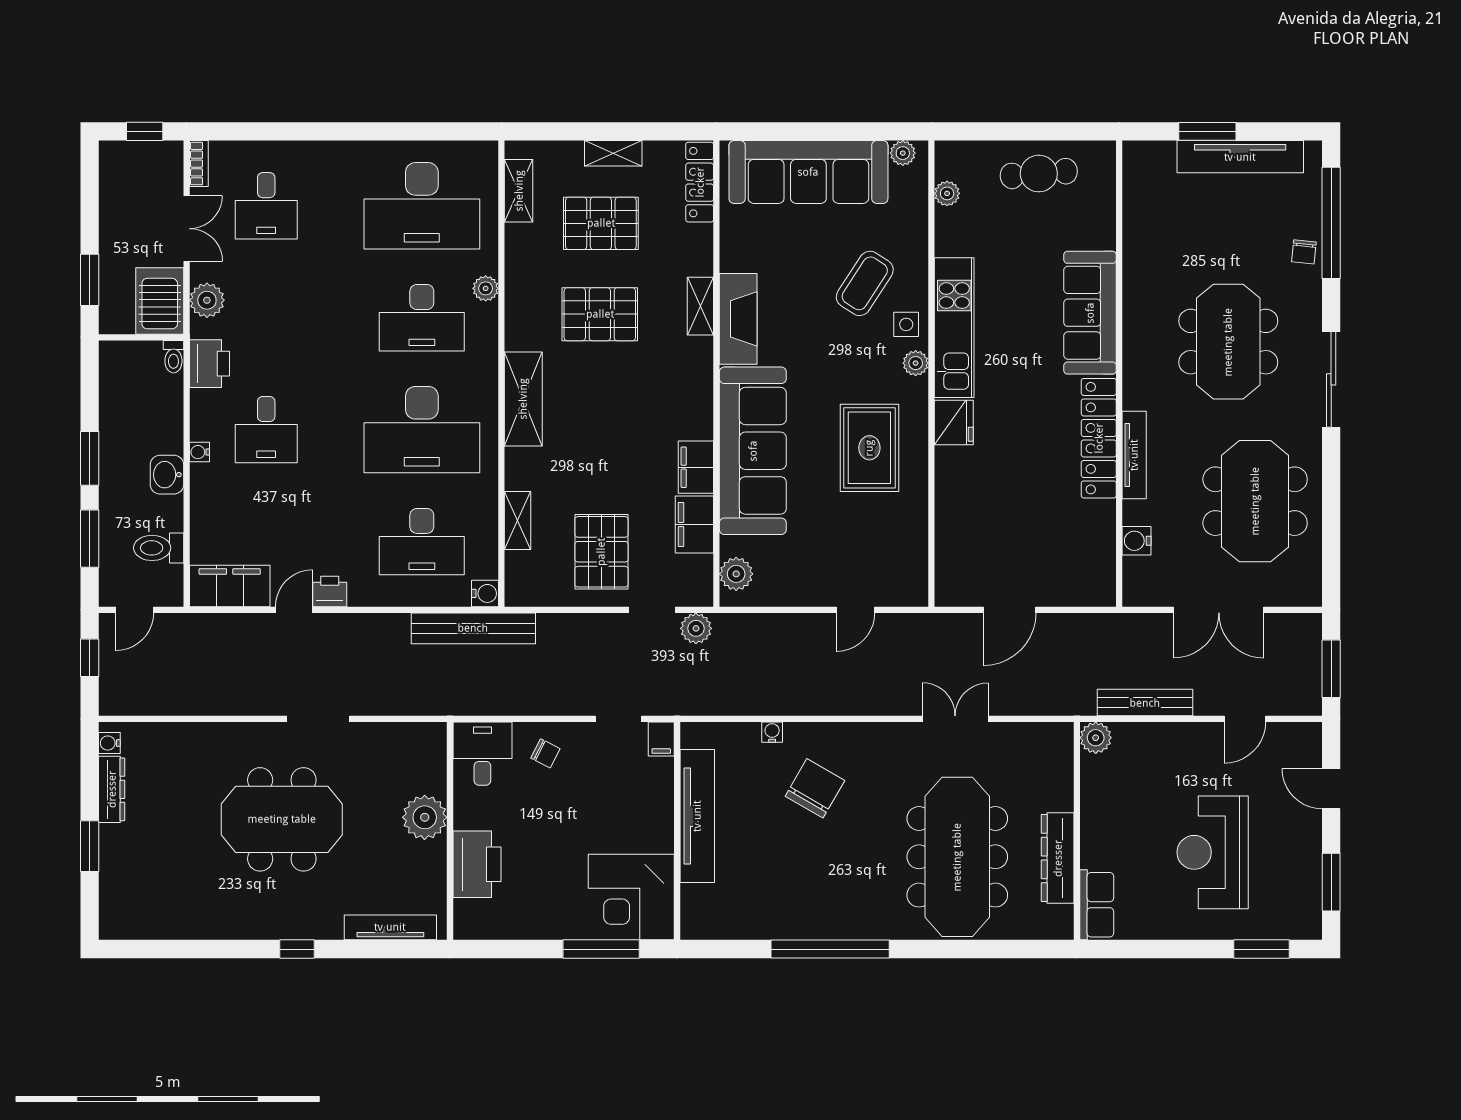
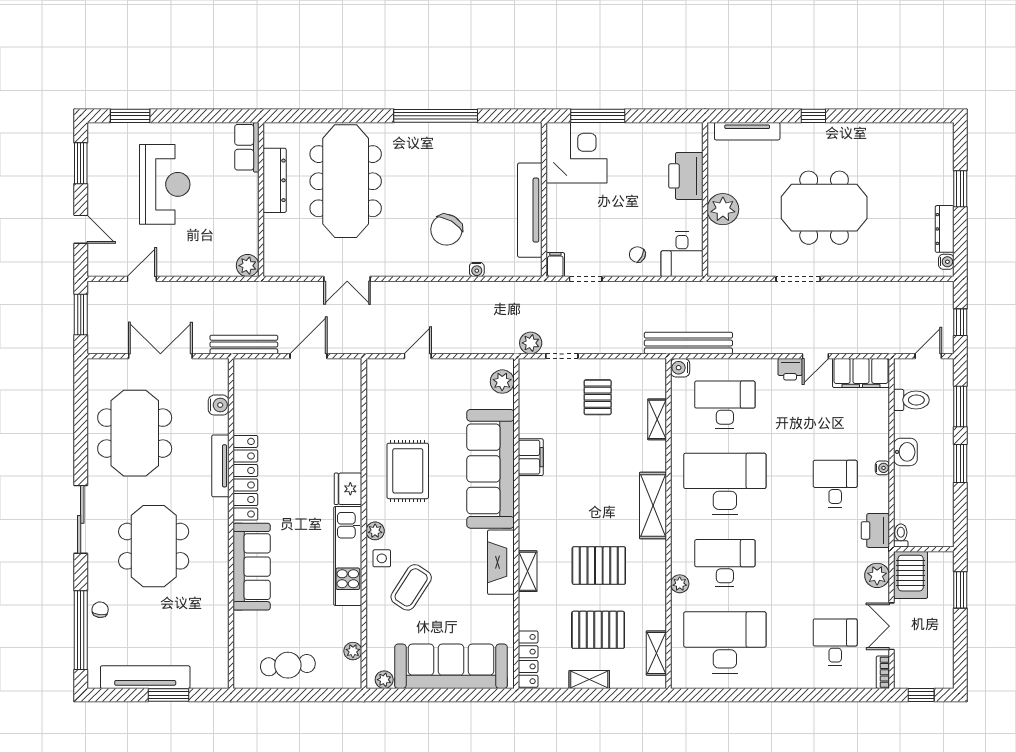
filing cabinet: (694, 525) -> (532, 417), removed
pallet: (601, 552) -> (598, 397), width x0.67, depth x0.71
bench: (1145, 703) -> (244, 345), moved

